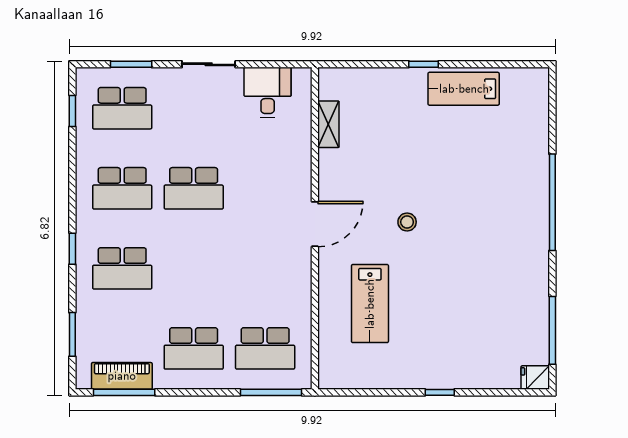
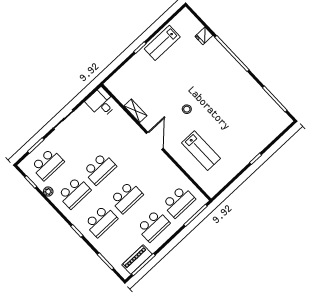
desk: (268, 92) -> (101, 103), moved
shelving: (328, 124) -> (135, 111), moved
plant: (85, 150) -> (48, 191), added
school desk: (194, 268) -> (126, 197), added
fridge: (535, 378) -> (204, 36), moved

